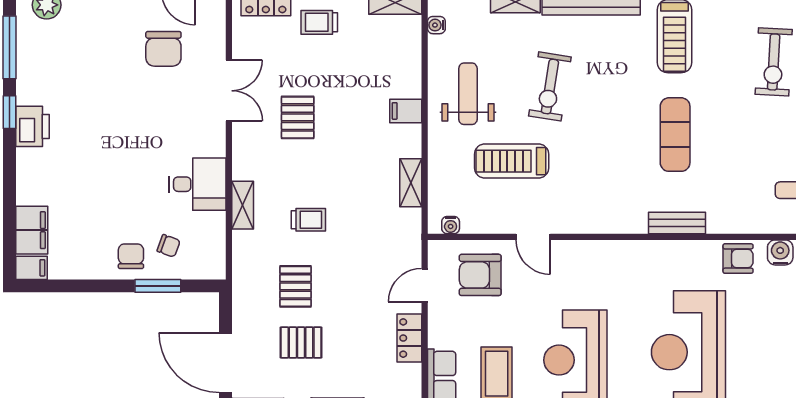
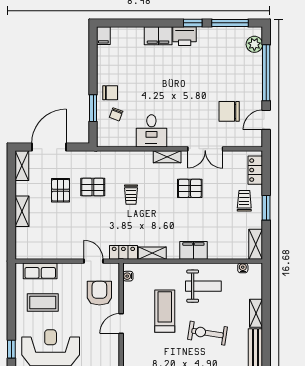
filing cabinet: (406, 111) -> (193, 250), width x2.00
shelving: (243, 205) -> (167, 157), moved
filing cabinet: (32, 230) -> (158, 36), moved
locker: (409, 338) -> (123, 252), moved

